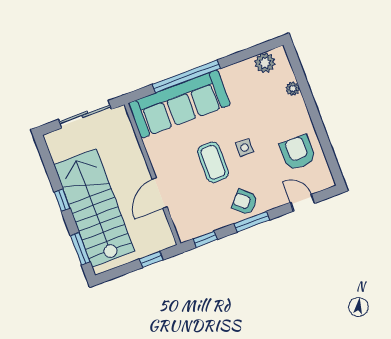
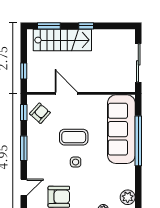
armchair: (245, 202) -> (40, 113), moved
stairs: (94, 208) -> (62, 40), width x0.73, depth x0.66

